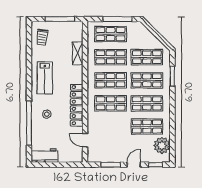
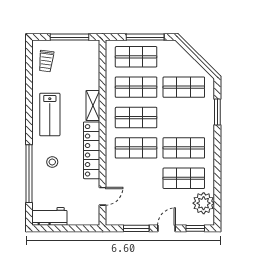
shelving: (78, 53) -> (93, 106), moved
shop shelf: (147, 80) -> (184, 118), removed
door: (85, 140) -> (103, 196), swing flipped

